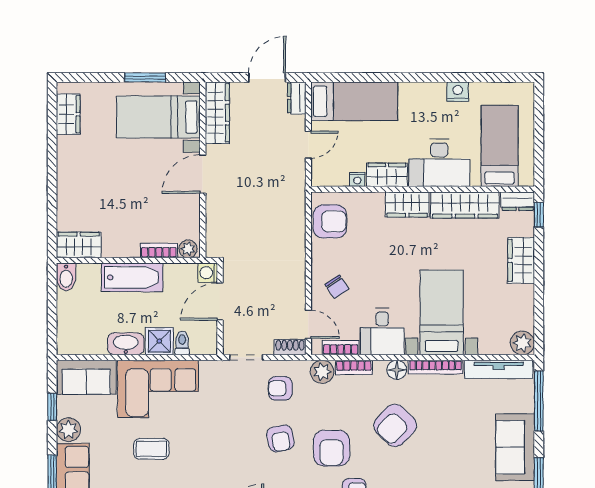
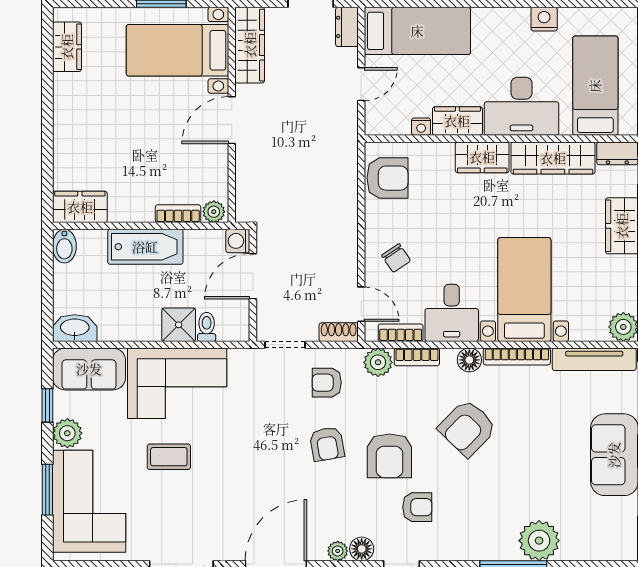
washbasin: (126, 344) -> (75, 328), moved

